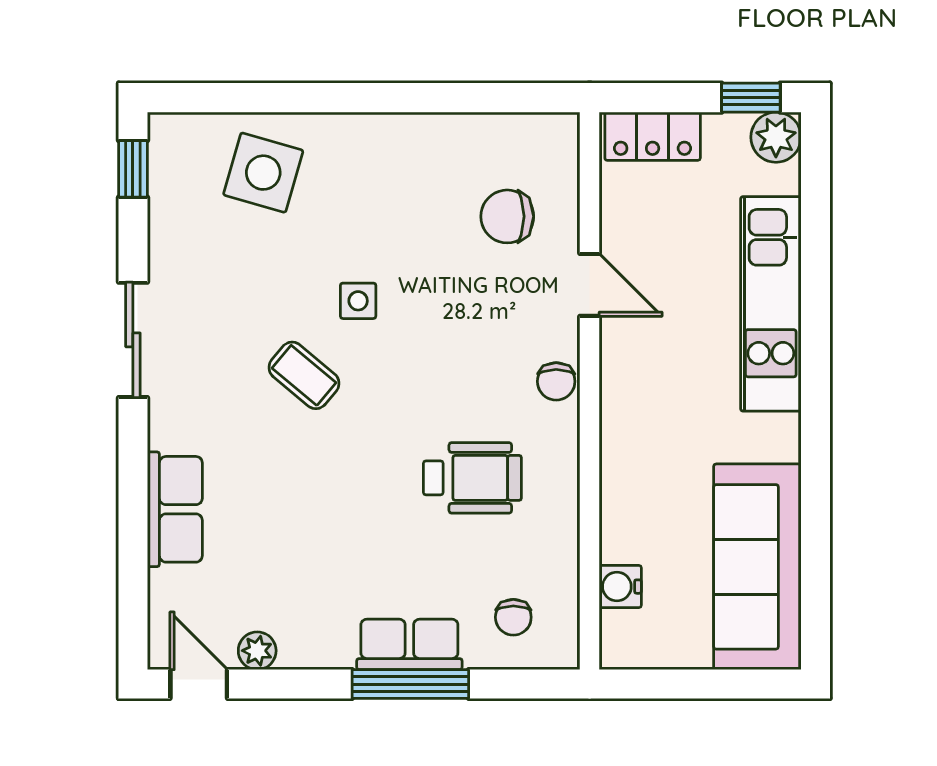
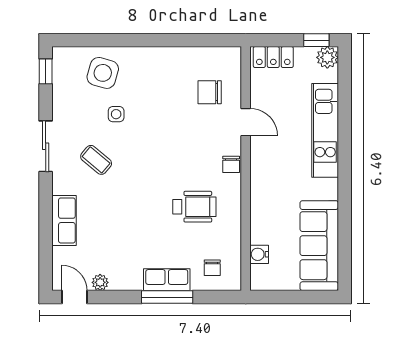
side table: (358, 301) -> (116, 114), moved
coffee table: (304, 375) -> (96, 160), moved

